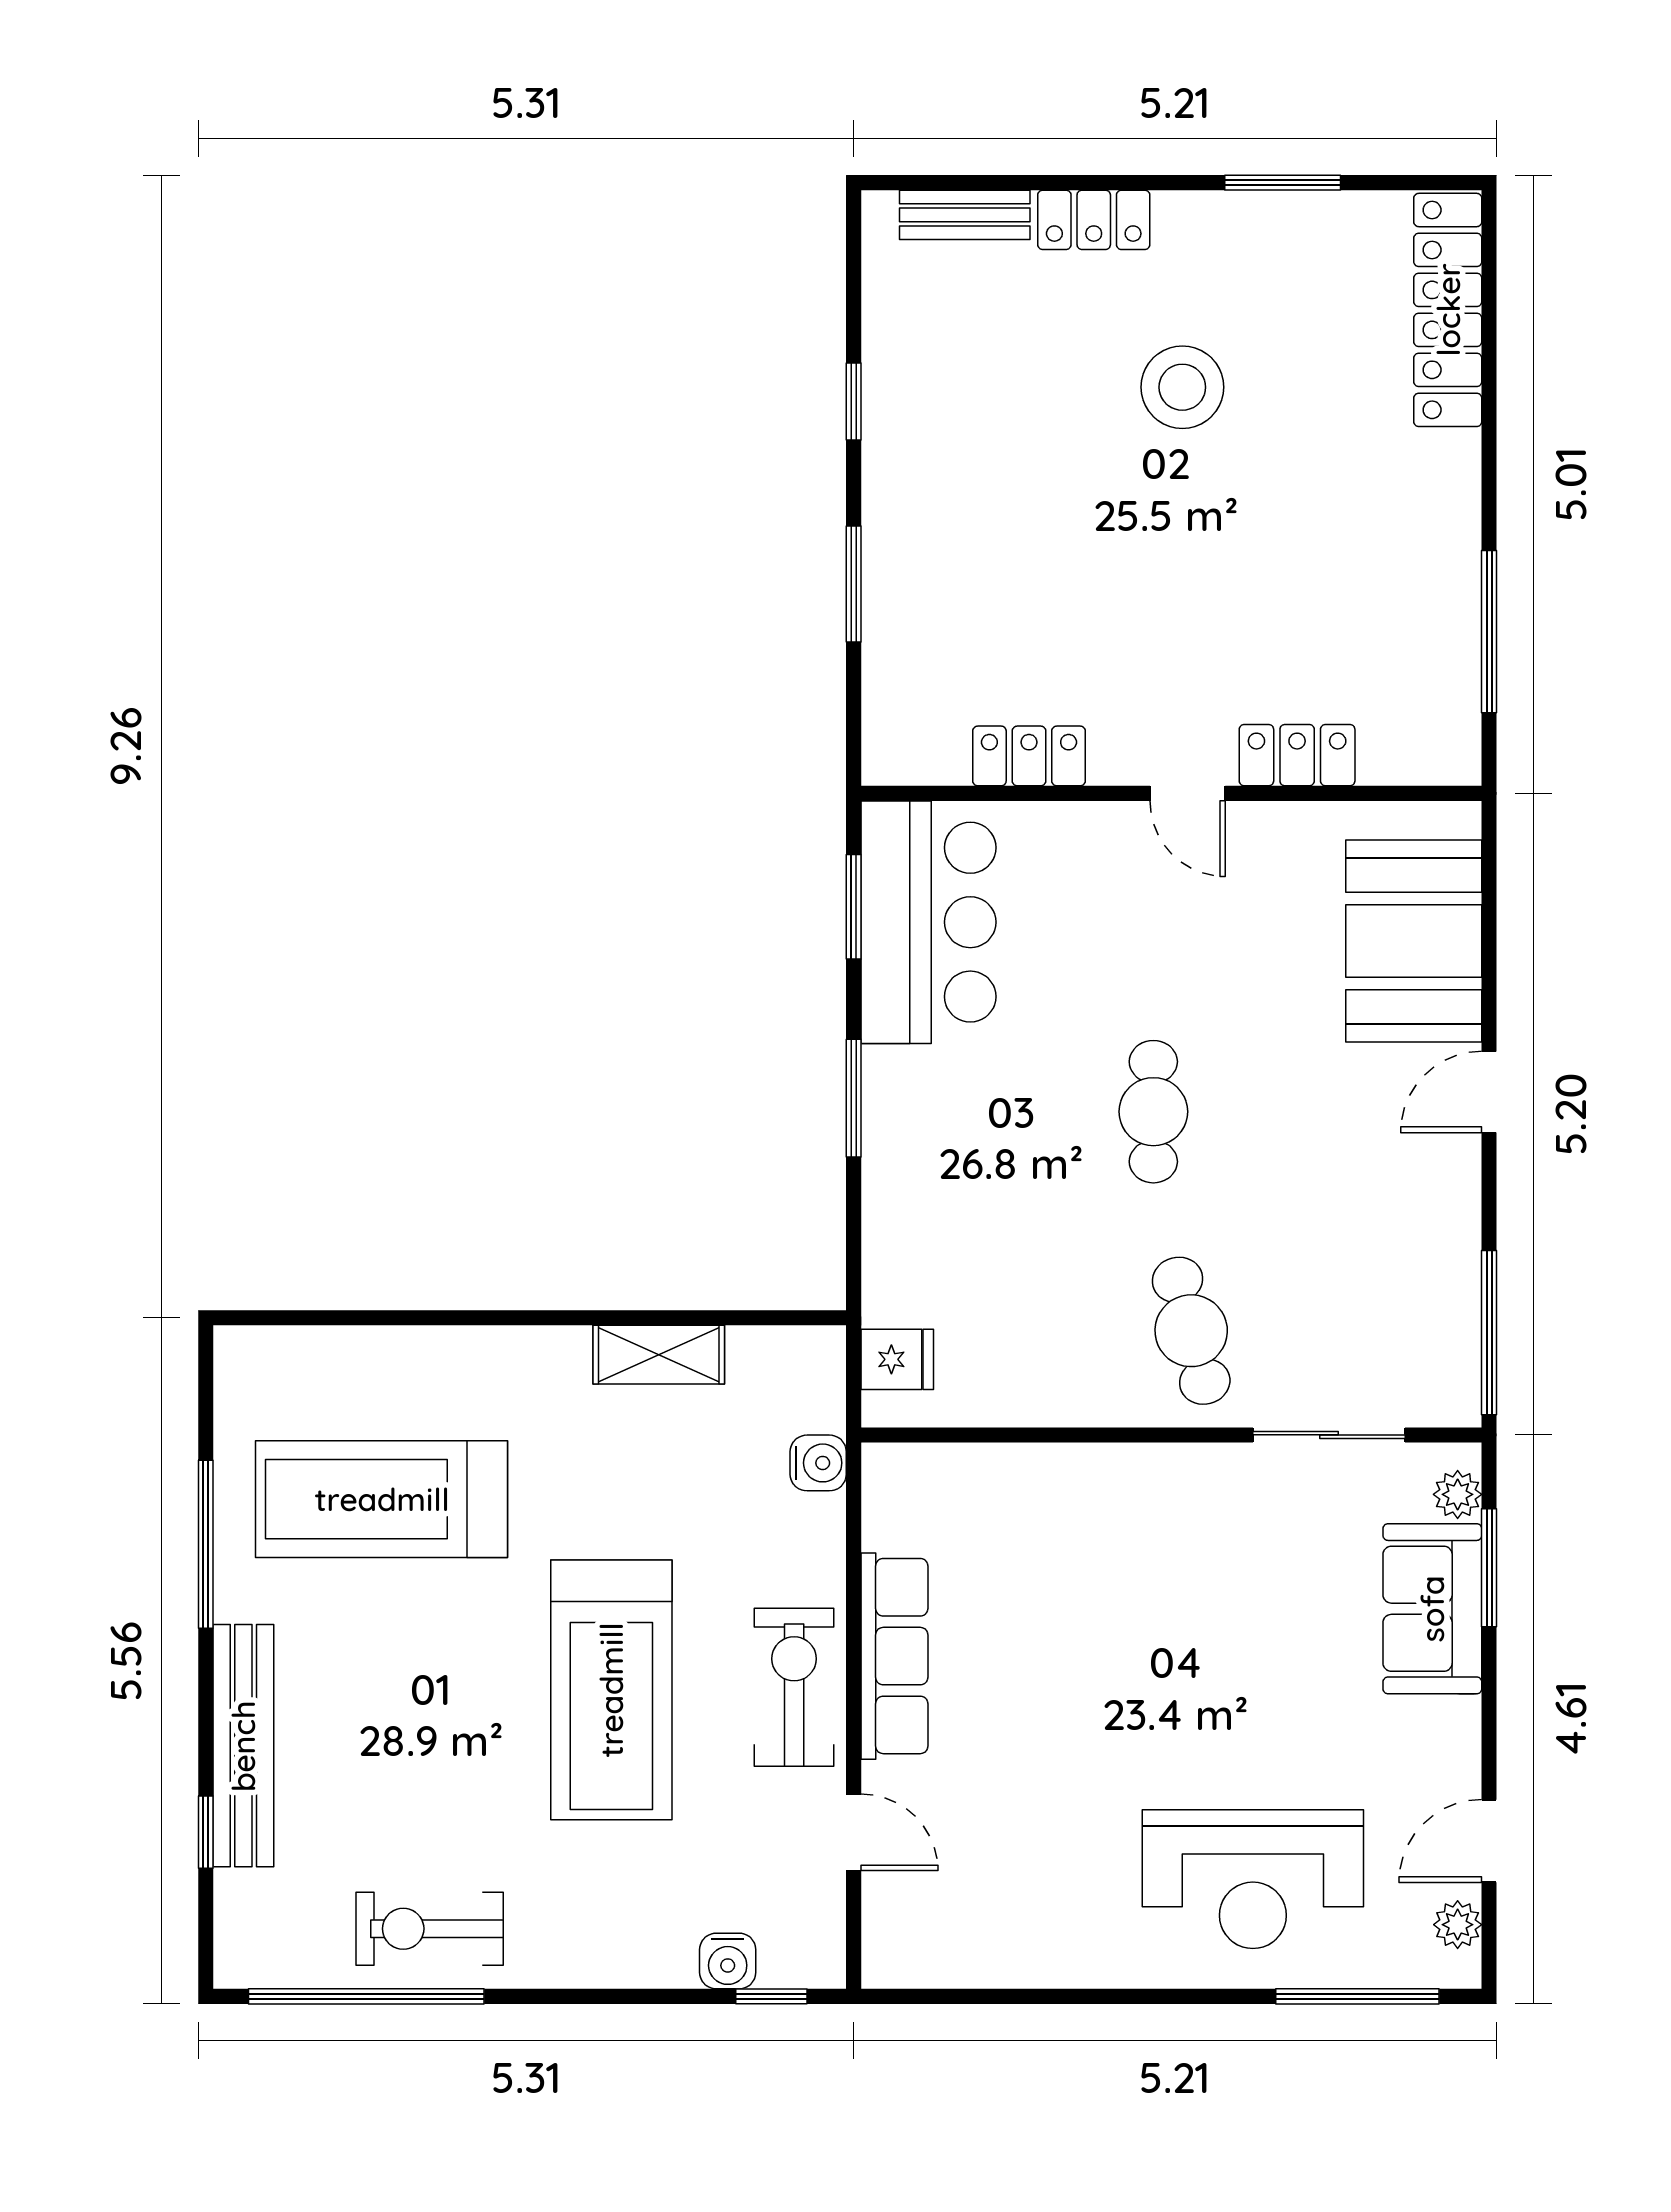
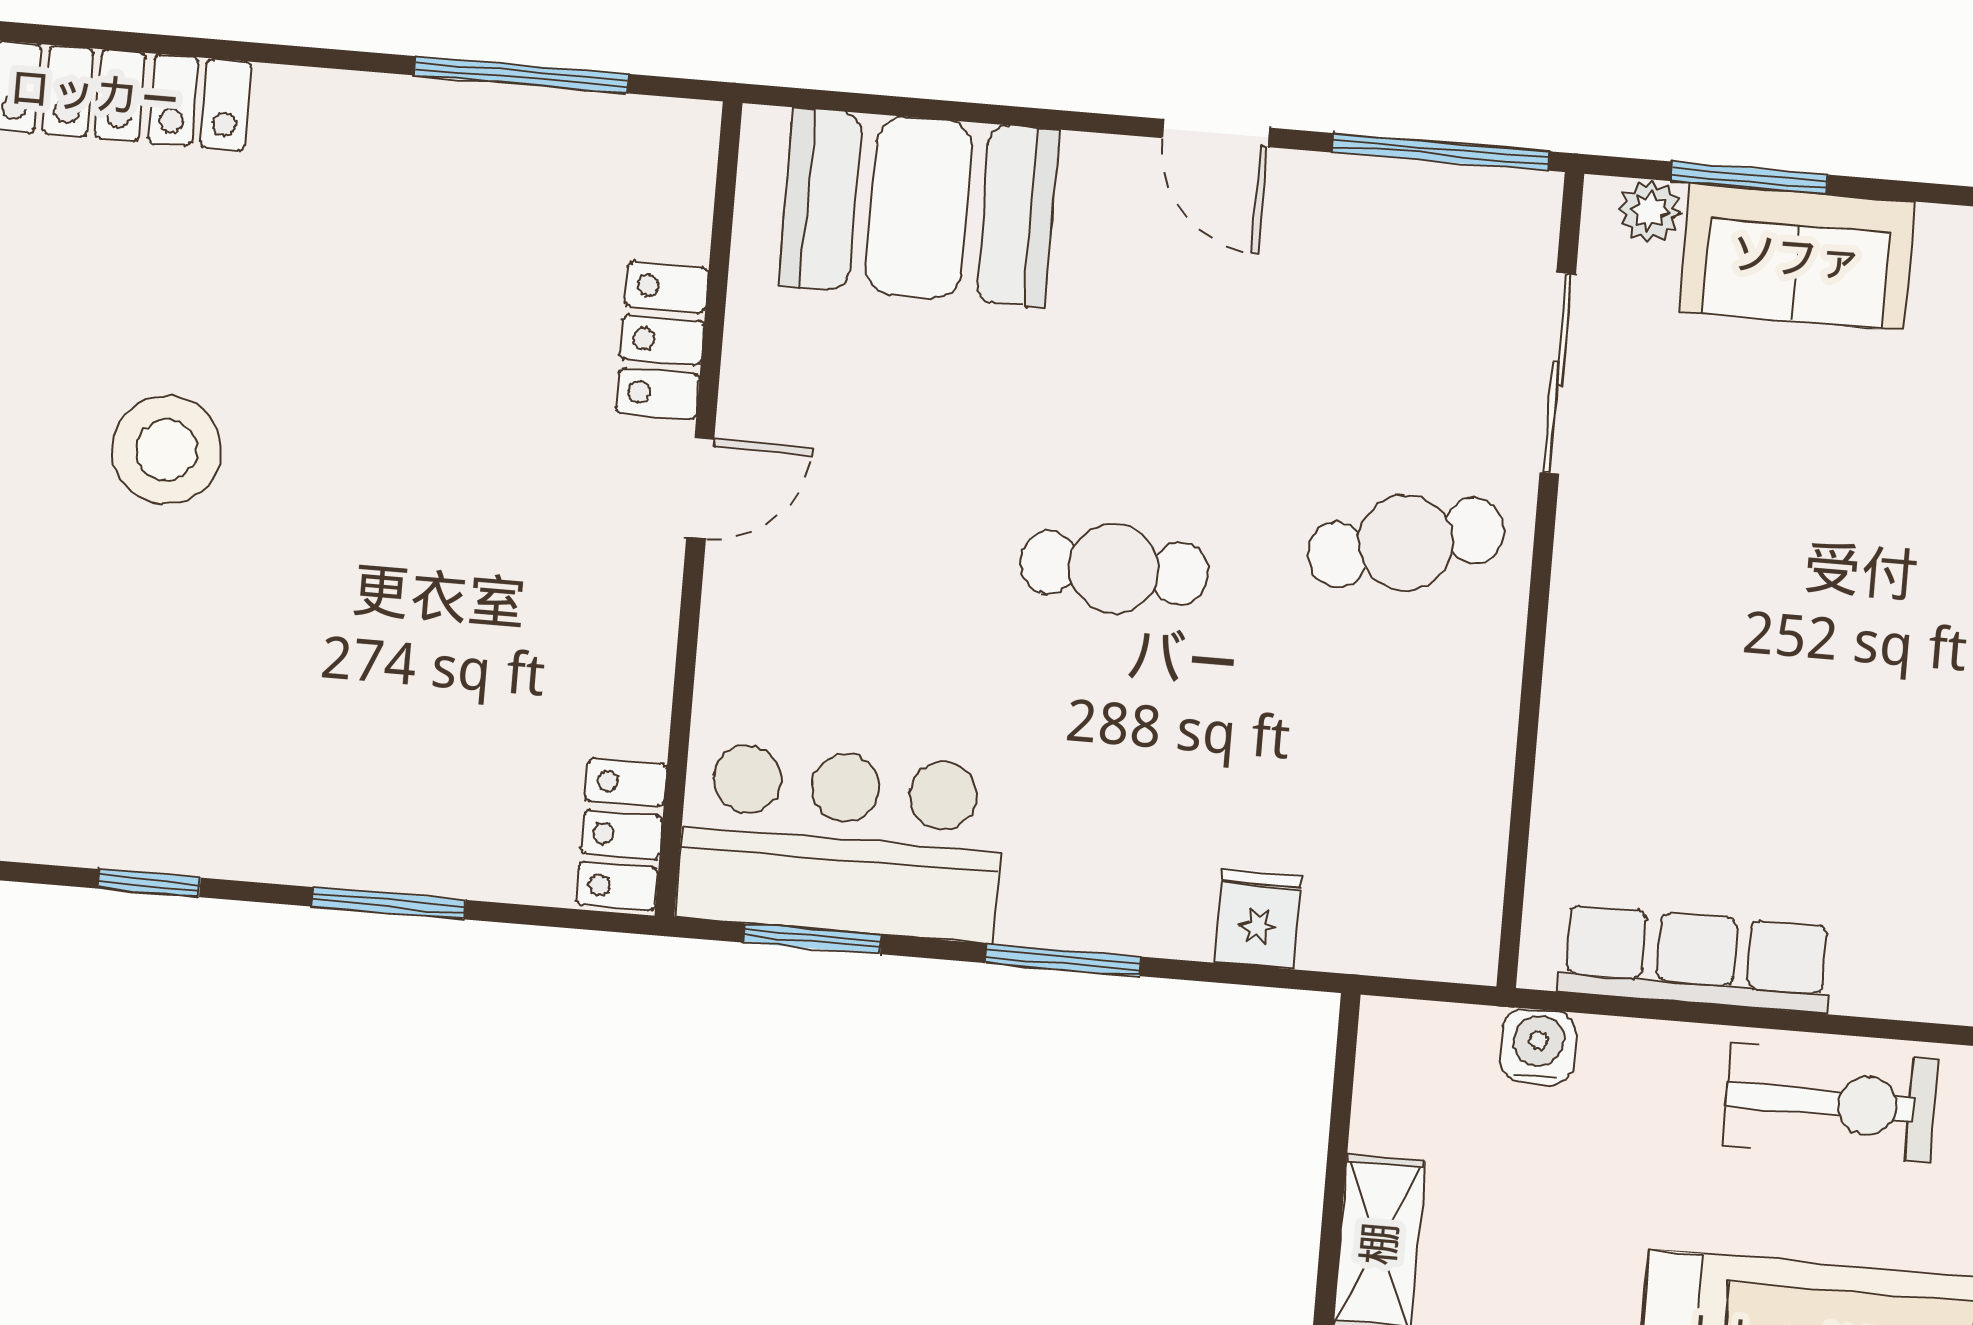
locker: (1029, 756) -> (622, 835), moved
door: (1489, 1092) -> (1216, 133), moved
fridge: (897, 1359) -> (1258, 919), moved
row of seats: (894, 1656) -> (1696, 959), moved
exercise bike: (794, 1687) -> (1830, 1103), turned 180

